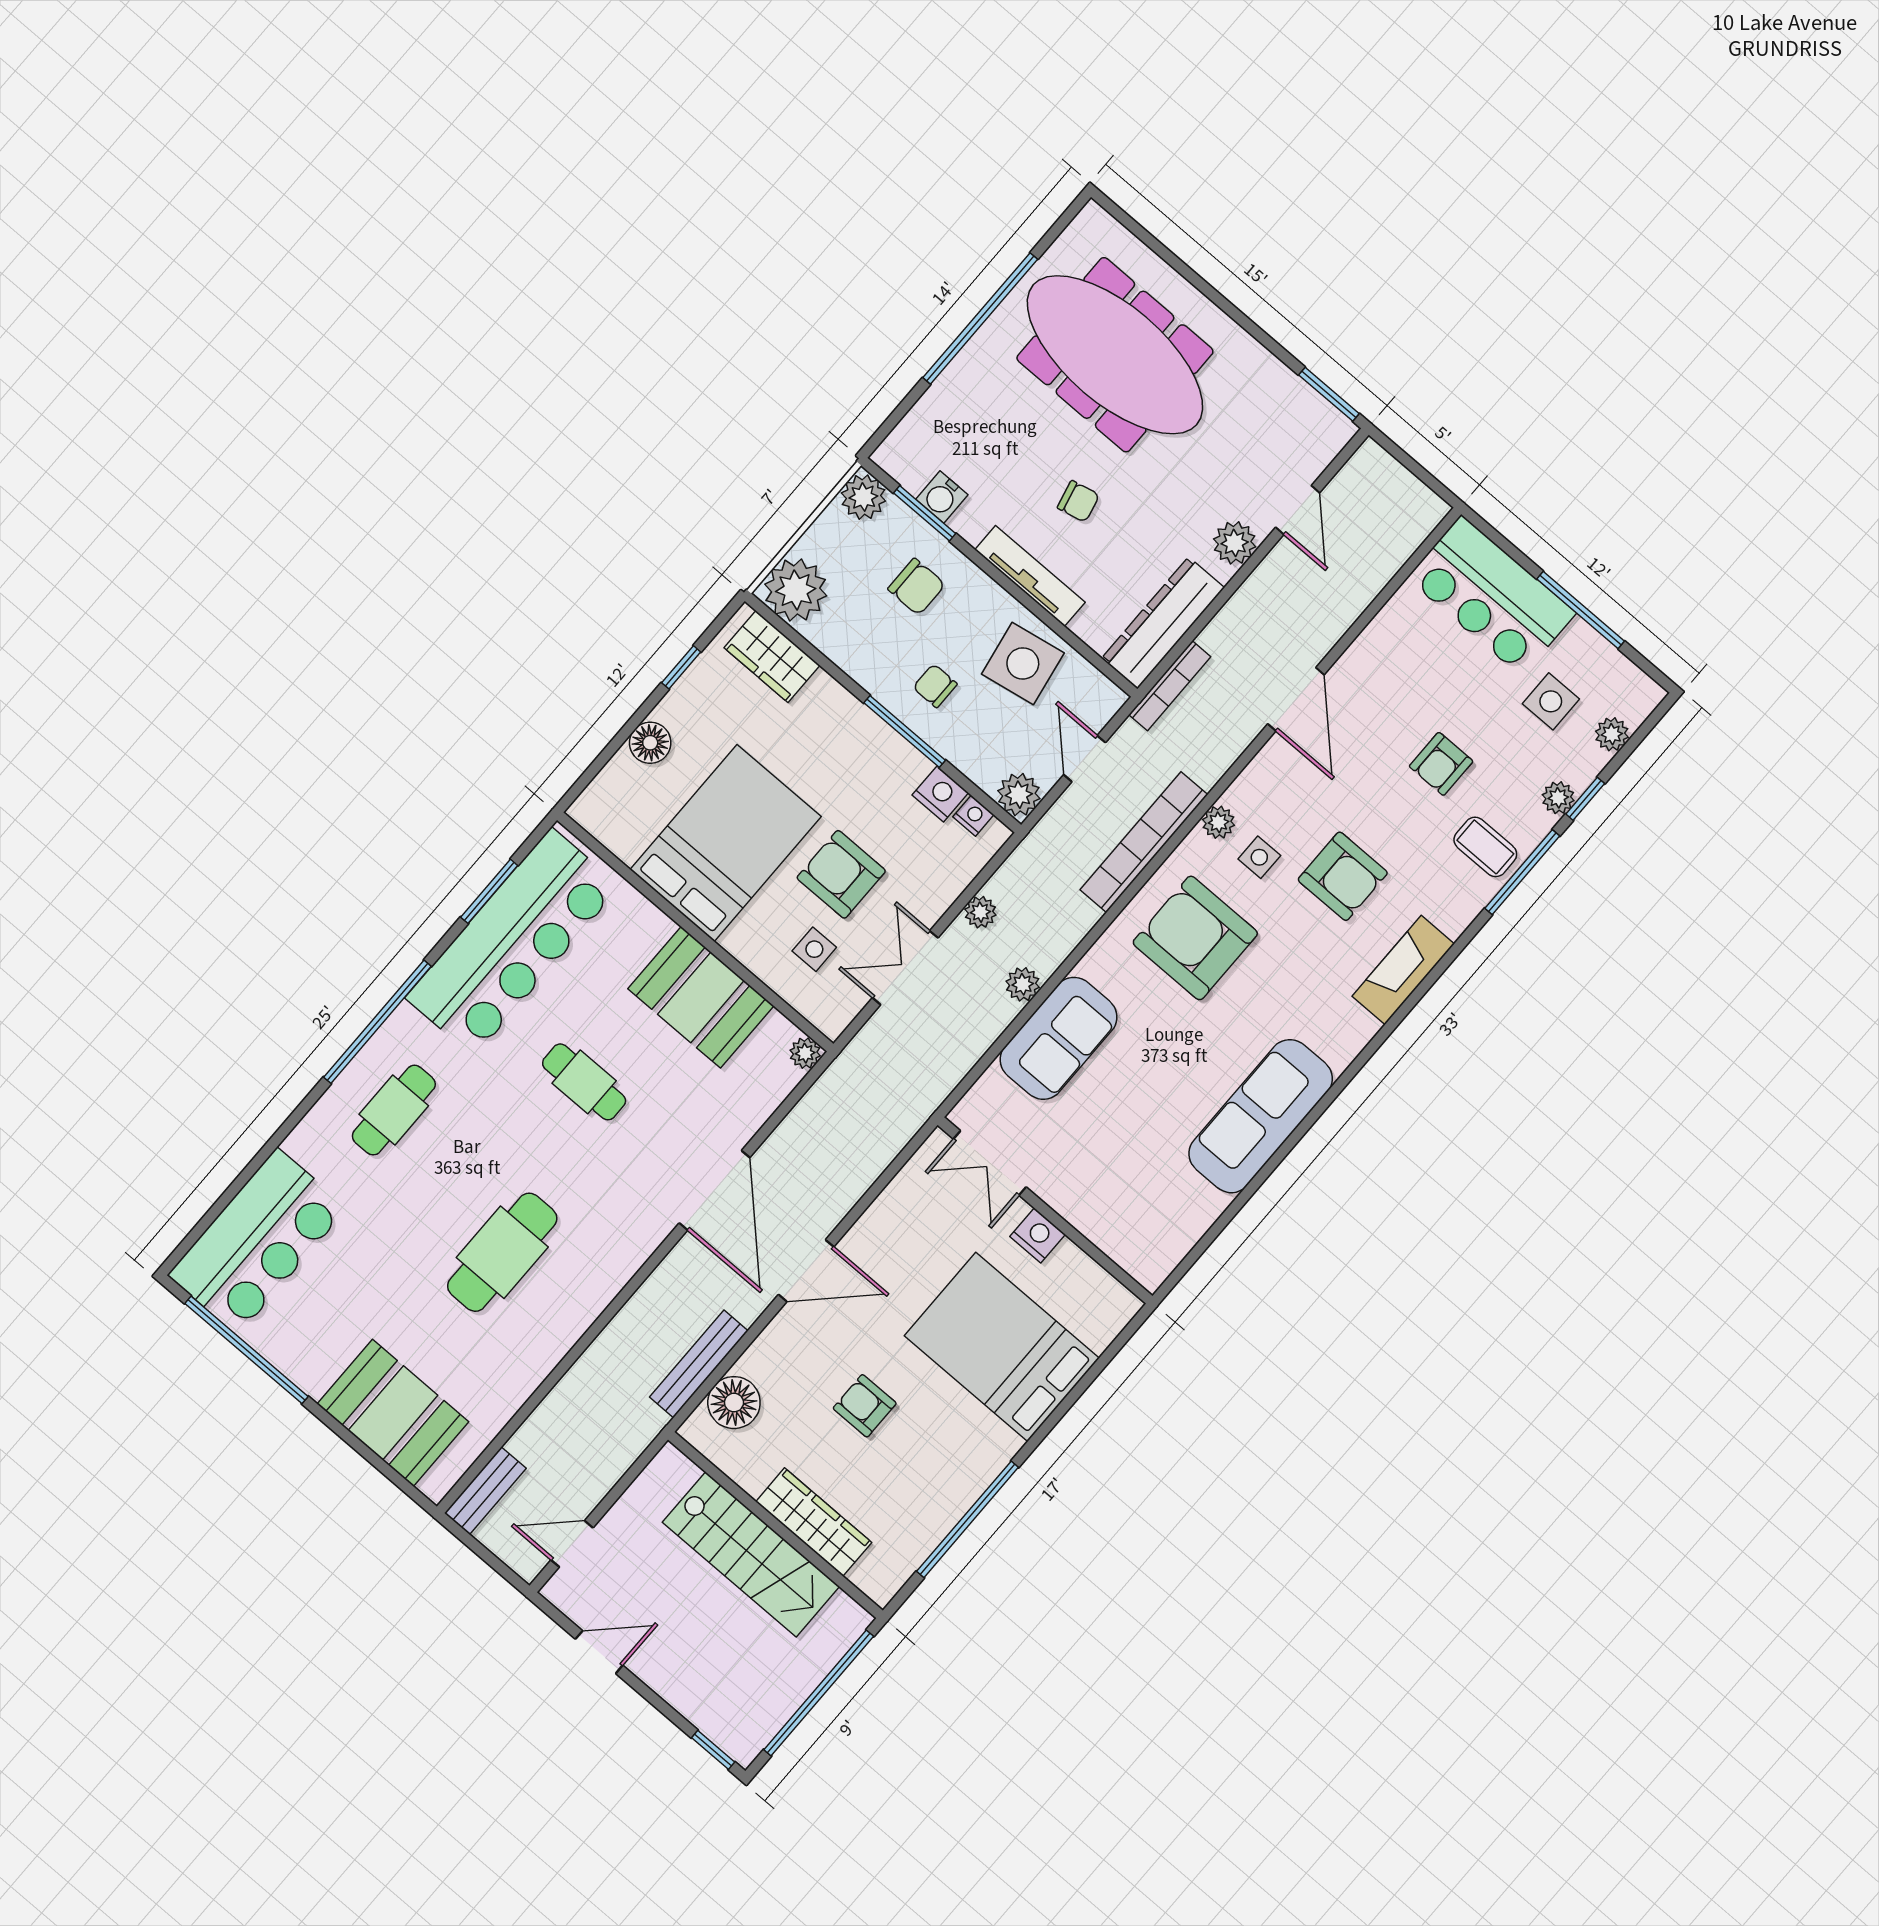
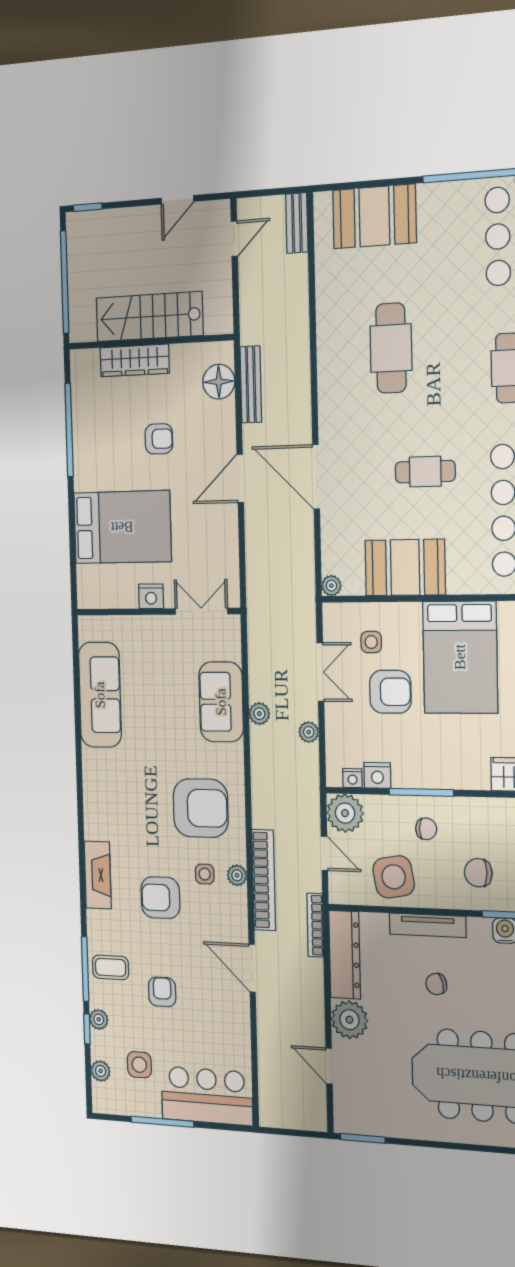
plant: (1235, 543) -> (349, 1020), width x1.36, depth x1.36
plant: (1019, 795) -> (345, 813), width x1.36, depth x1.36
bookcase: (1144, 842) -> (264, 880), moved
sofa: (1261, 1116) -> (100, 695), moved

